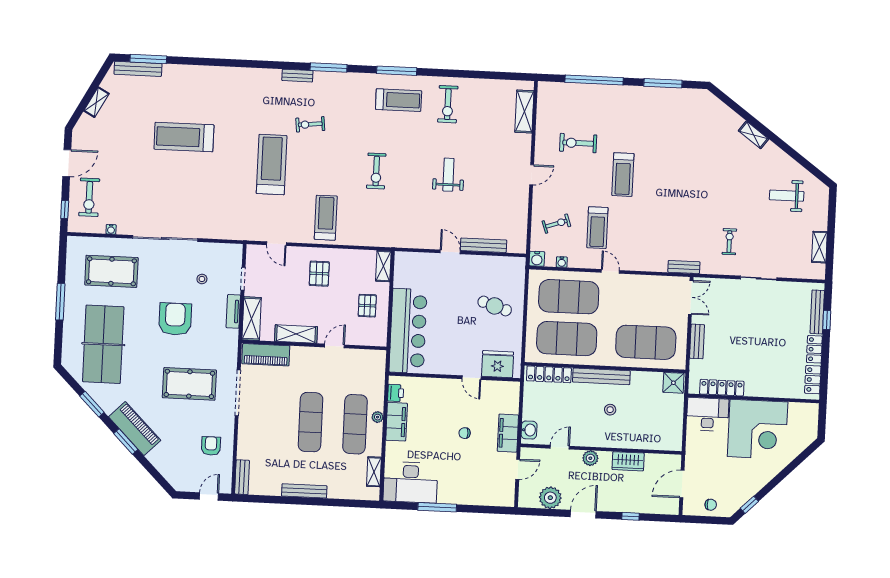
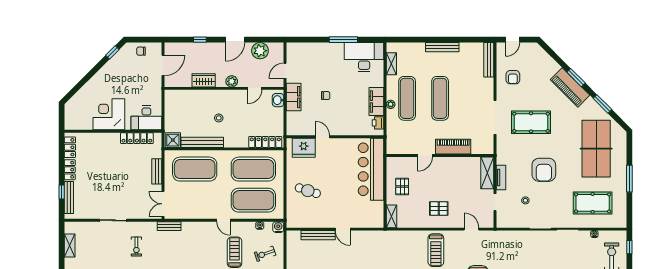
pallet: (319, 274) -> (439, 208), turned 90
shelving: (296, 334) -> (454, 163), removed
piano: (266, 355) -> (453, 147), moved
bench: (601, 376) -> (202, 142), moved
corner desk: (758, 429) -> (109, 114), width x0.74, depth x0.74
bench: (242, 477) -> (489, 60), width x1.36

